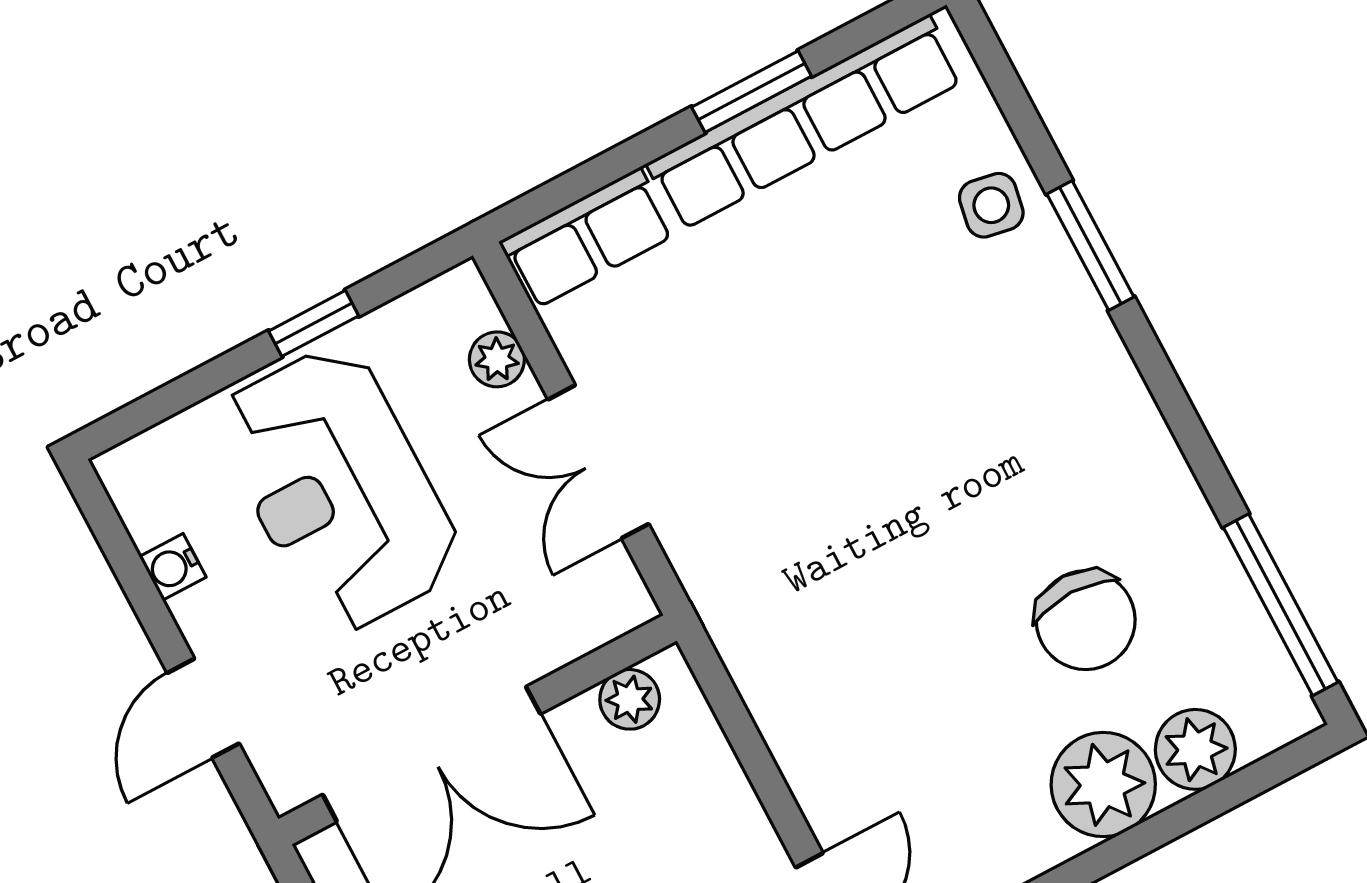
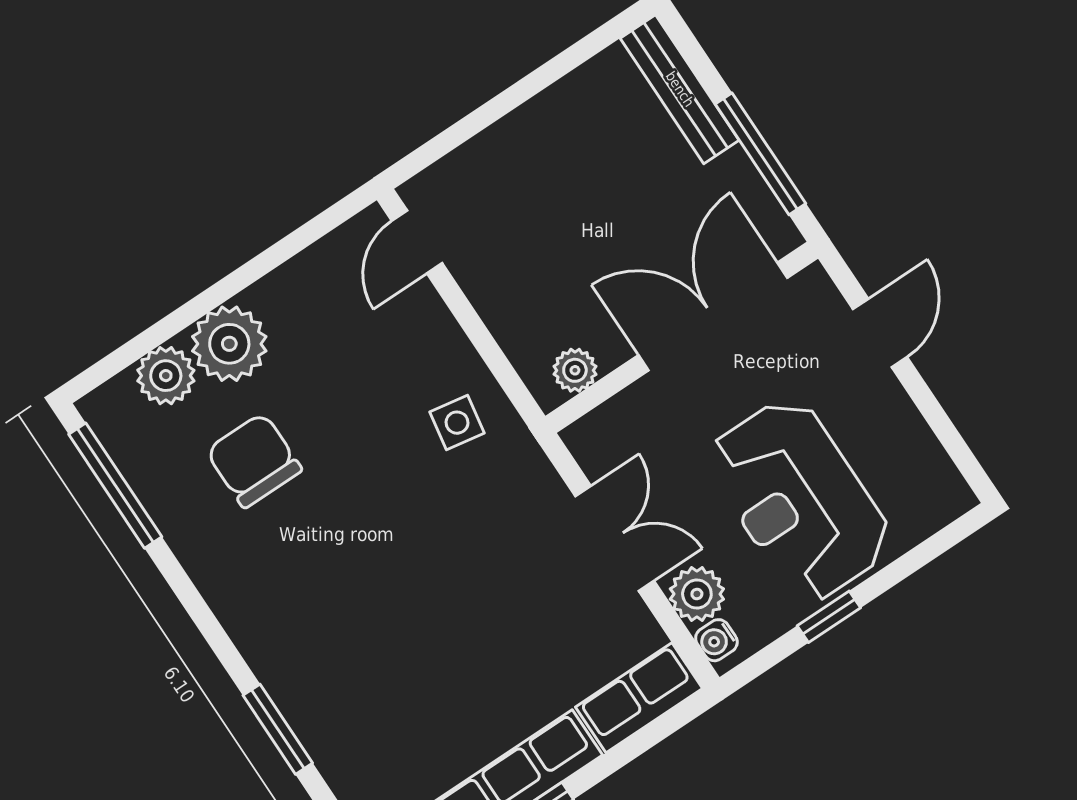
side table: (991, 205) -> (457, 423), moved
plant: (497, 359) -> (697, 594), width x1.38, depth x1.38
reception desk: (338, 489) -> (799, 500), turned 180
water cooler: (173, 567) -> (716, 640), moved, turned 180

